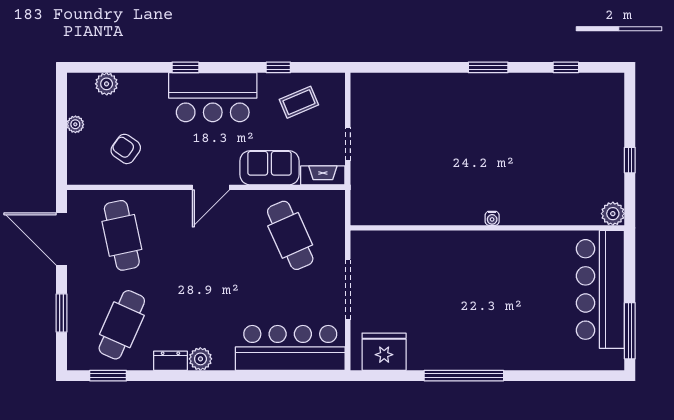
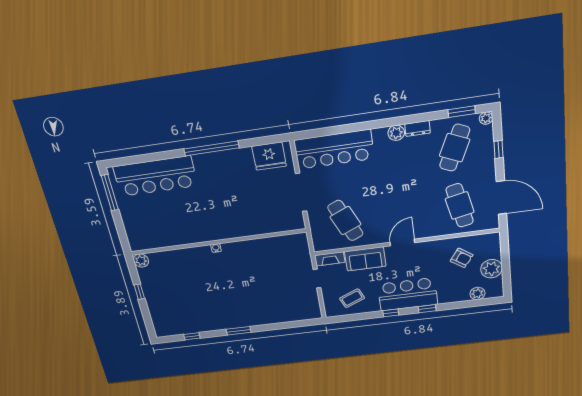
window: (278, 67) -> (391, 313), moved
plant: (75, 124) -> (491, 269), width x1.88, depth x1.88
bar counter: (600, 289) -> (155, 176), moved, turned 90
window: (61, 313) -> (499, 150), width x0.67
plant: (76, 361) -> (486, 118), added

